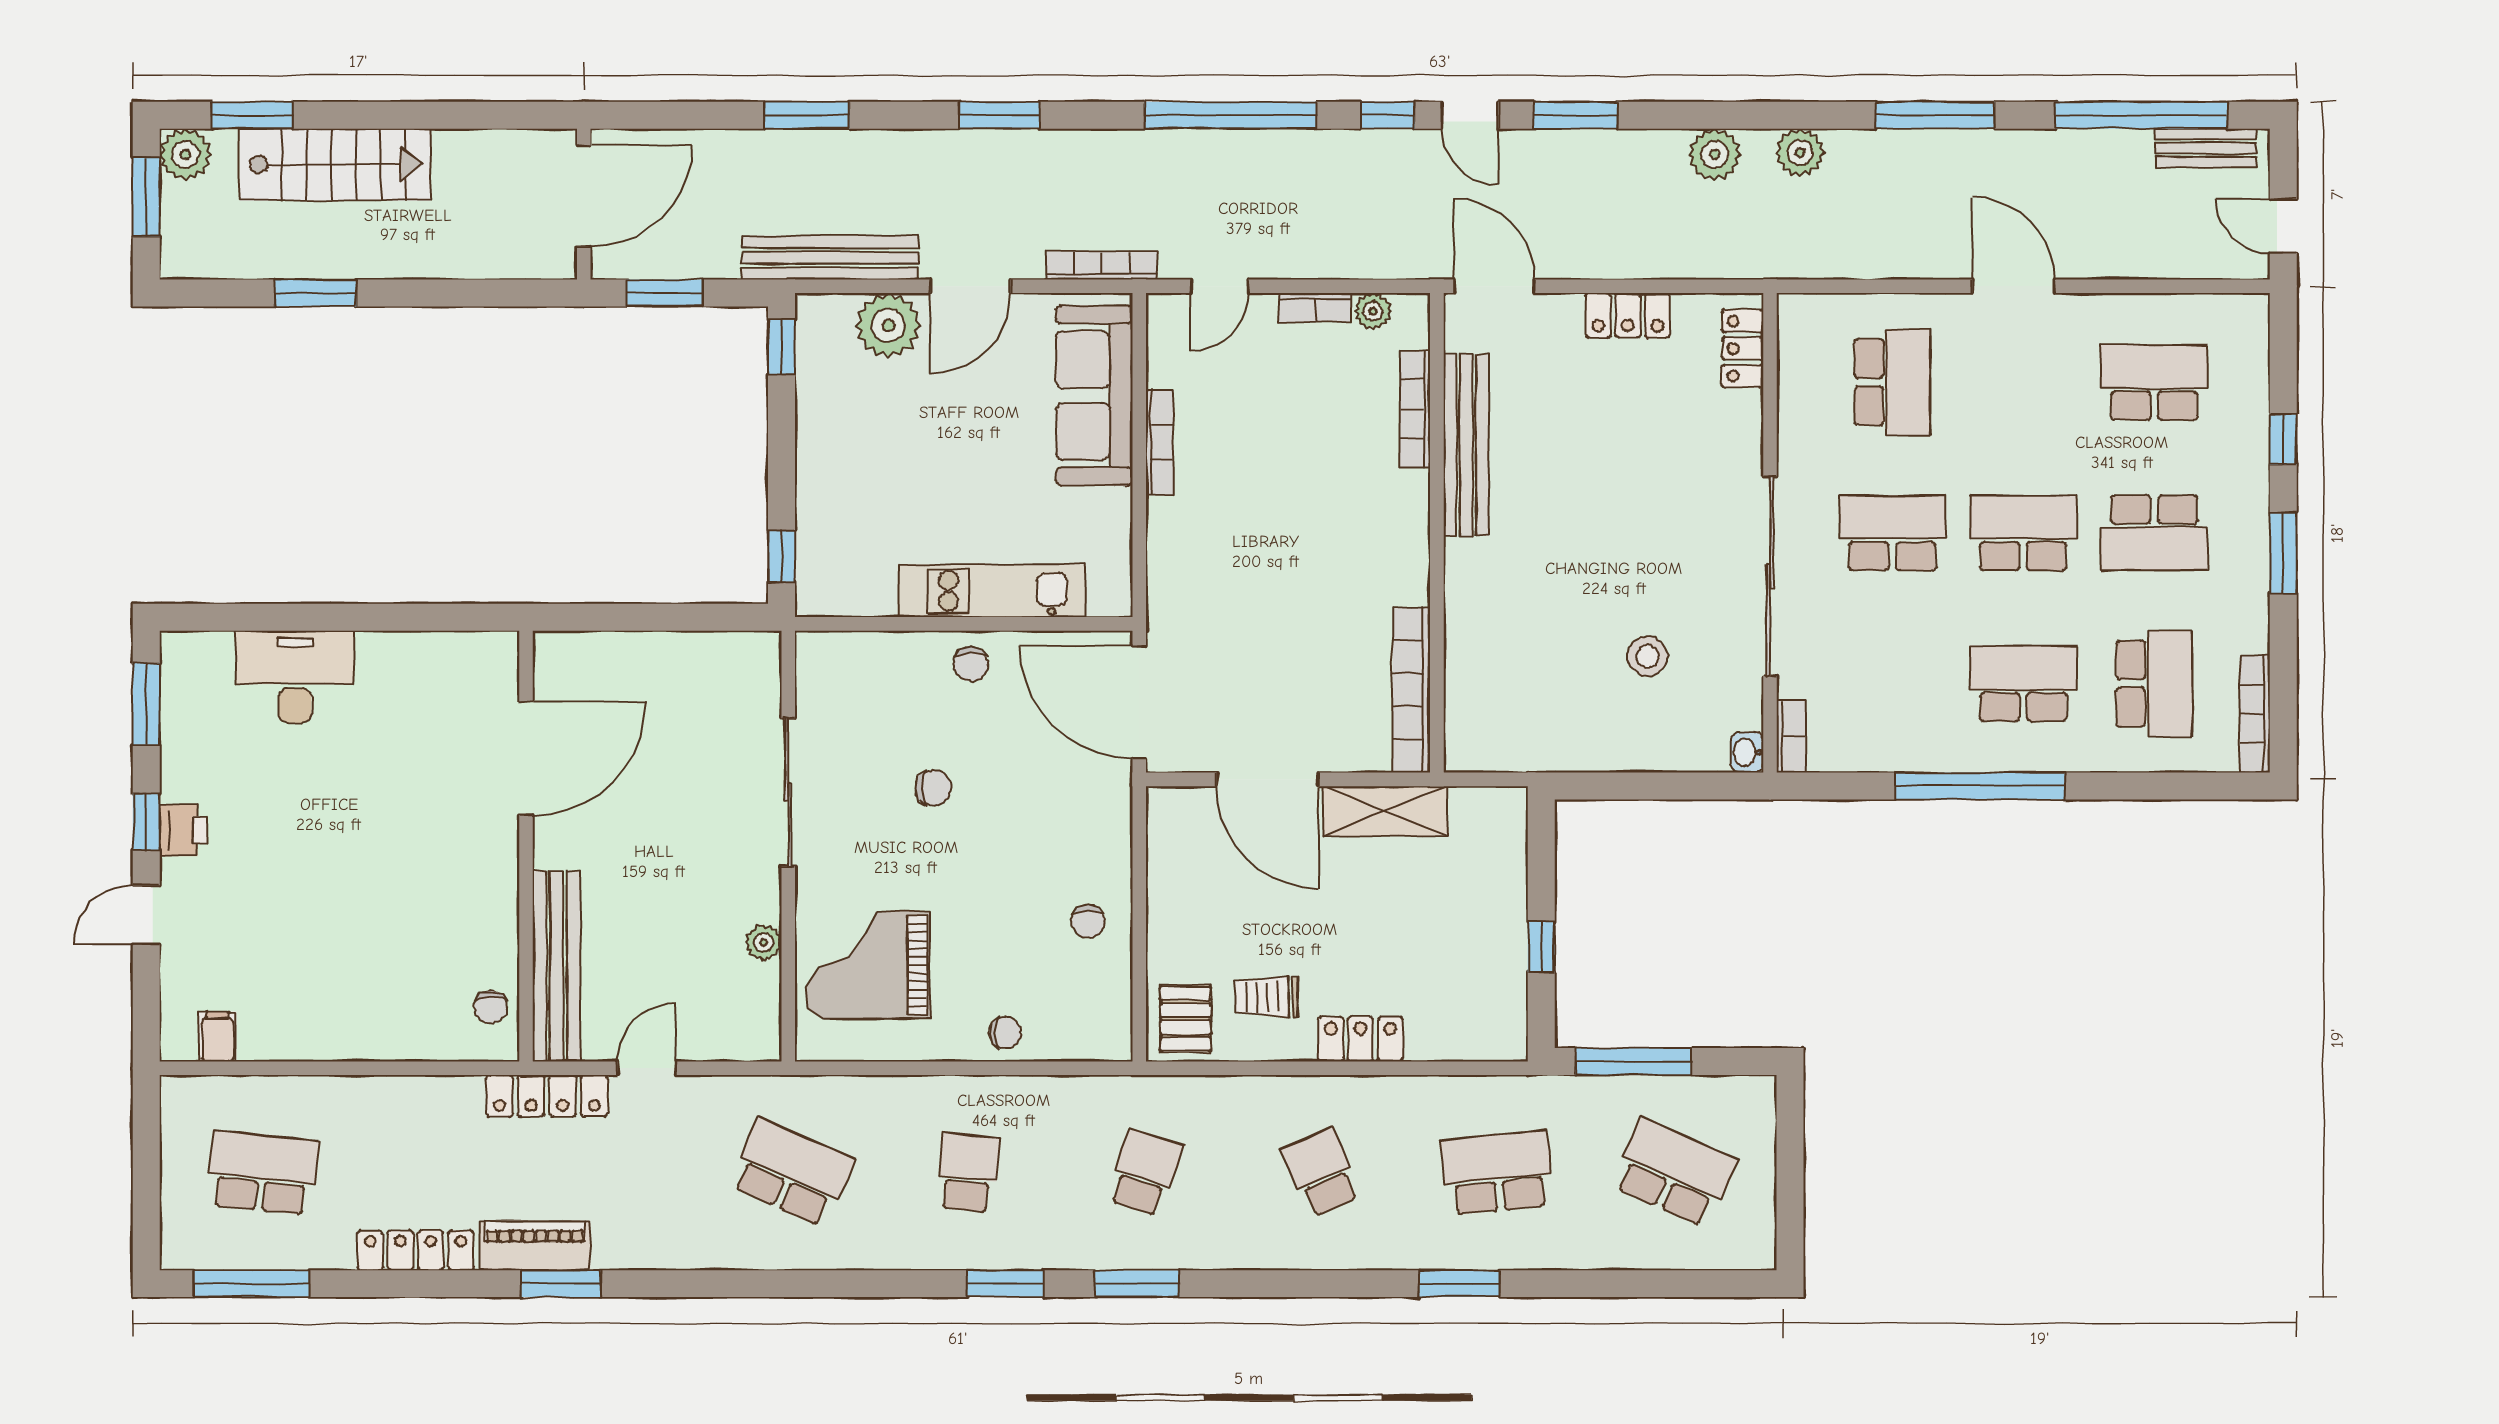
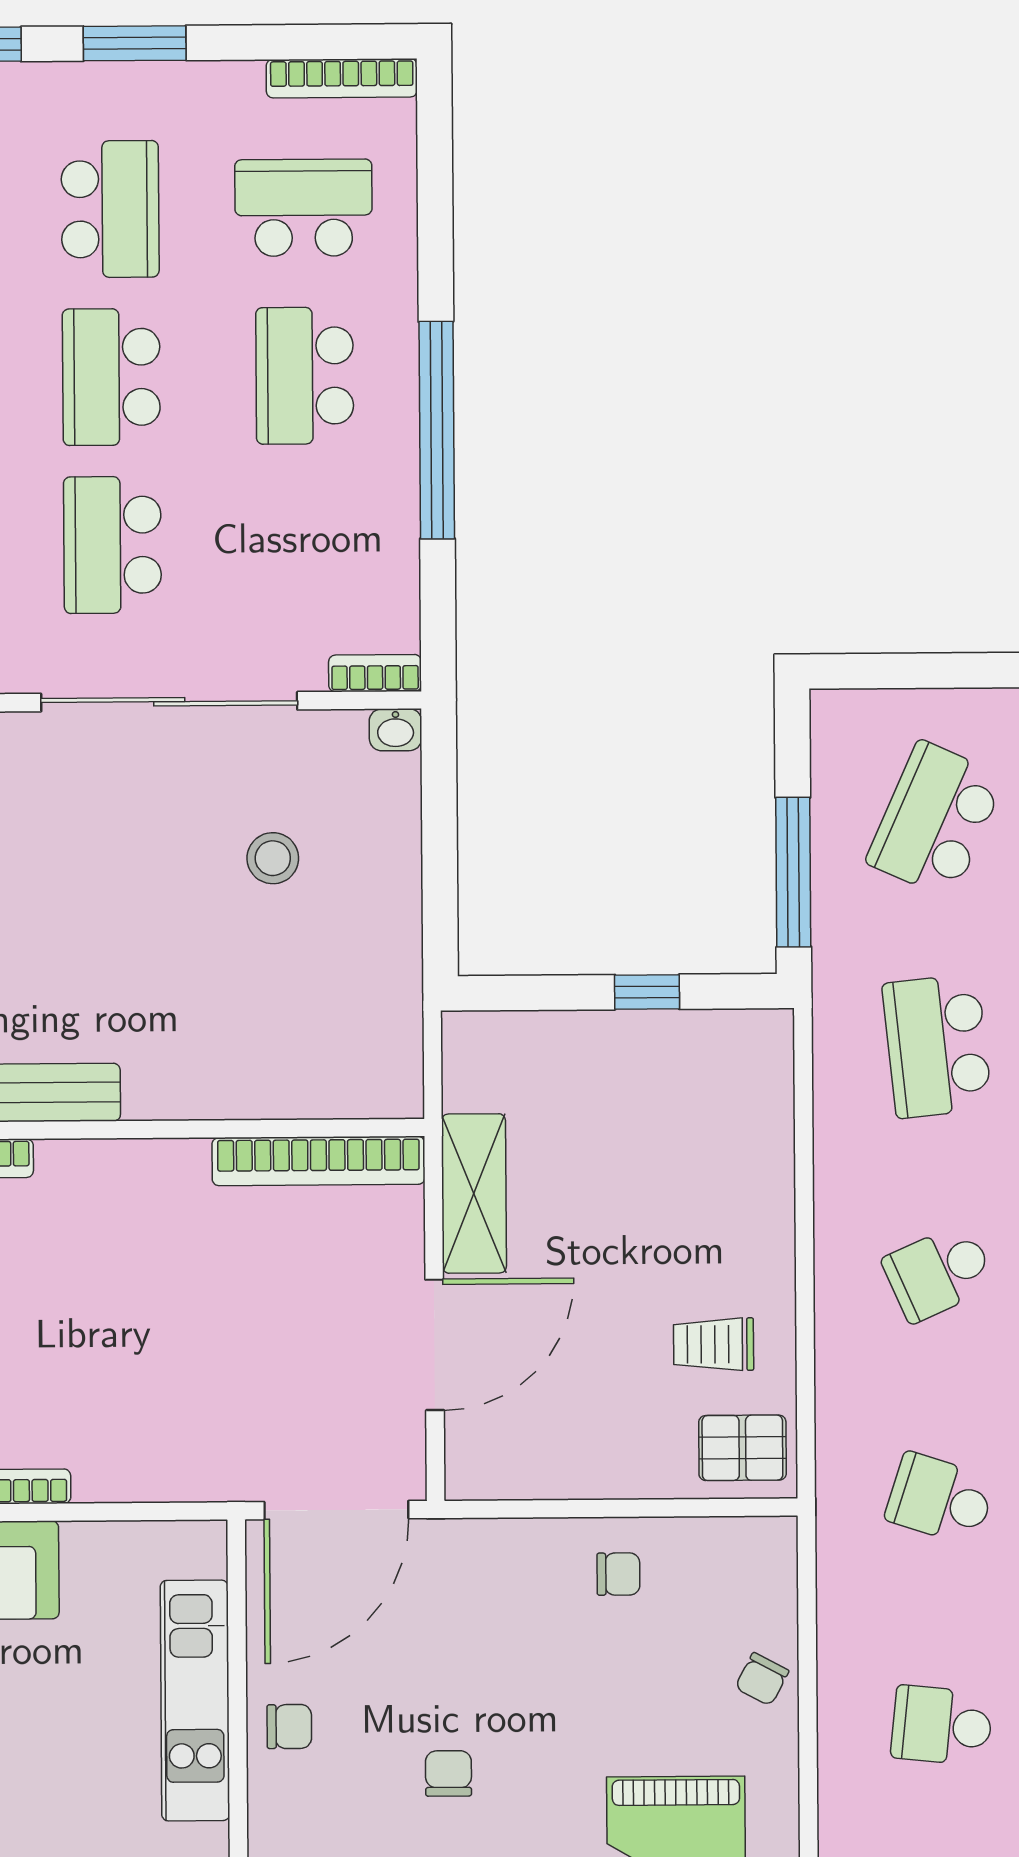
trolley: (1266, 997) -> (714, 1344), turned 90
chair: (1005, 1033) -> (762, 1679), turned -152
locker: (1361, 1039) -> (767, 1223), removed

